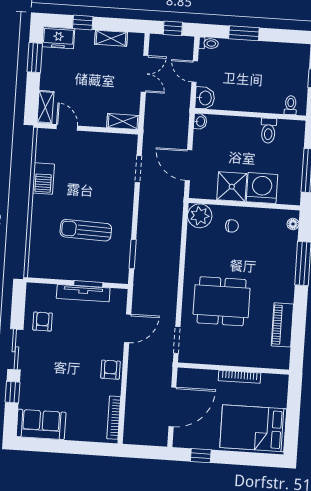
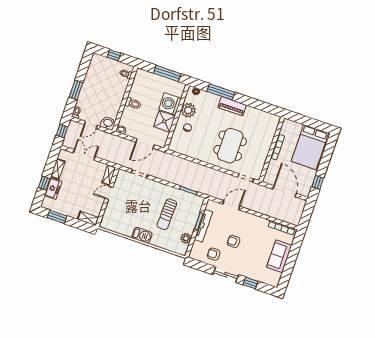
freezer: (58, 38) -> (53, 189), moved
door: (67, 127) -> (109, 193), moved
toilet: (268, 131) -> (133, 103), moved
barbecue: (43, 178) -> (142, 235), moved
plant: (200, 216) -> (188, 110), moved
plant: (56, 271) -> (186, 238), added
piano: (282, 325) -> (232, 106), moved
door: (128, 328) -> (231, 205), hinge flipped
armchair: (110, 370) -> (234, 241), moved
sofa: (41, 424) -> (279, 256), moved

